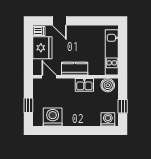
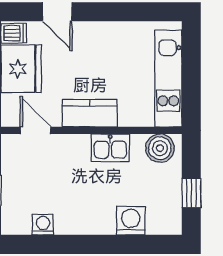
washing machine: (53, 117) -> (43, 225), width x0.53, depth x0.53
washing machine: (108, 119) -> (131, 221), moved

